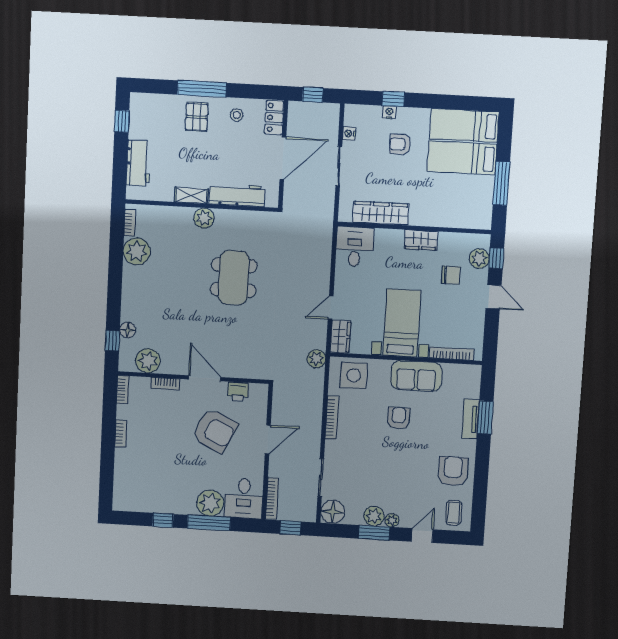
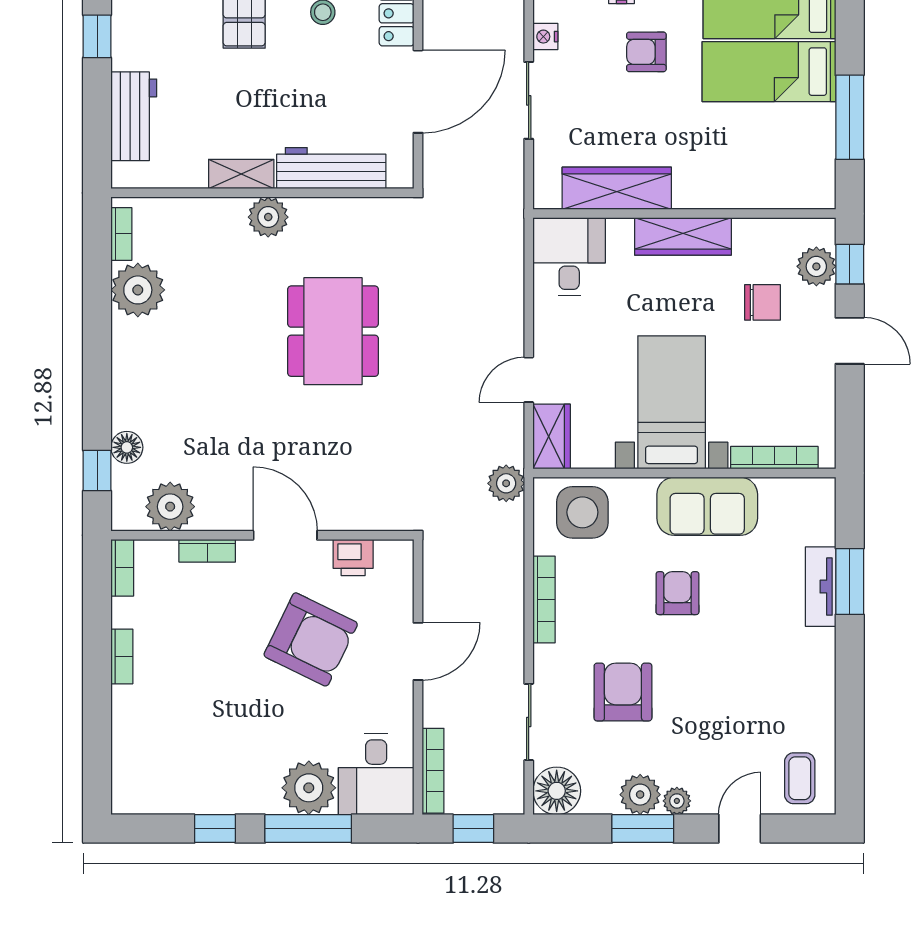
wardrobe: (421, 240) -> (683, 236), width x1.50
armchair: (453, 471) -> (623, 692), moved

